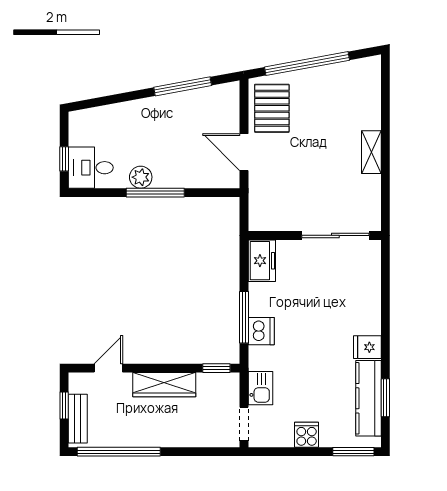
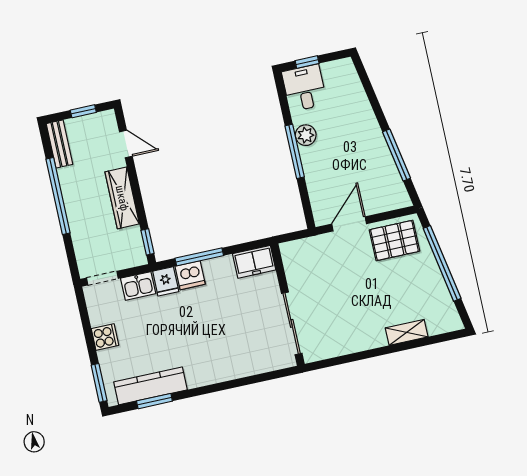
shelving: (371, 152) -> (407, 332), moved
fridge: (367, 347) -> (166, 281), moved, turned 180
bench: (78, 419) -> (60, 144), moved, turned 90
window: (119, 452) -> (58, 196), moved

